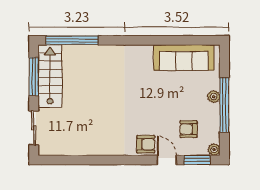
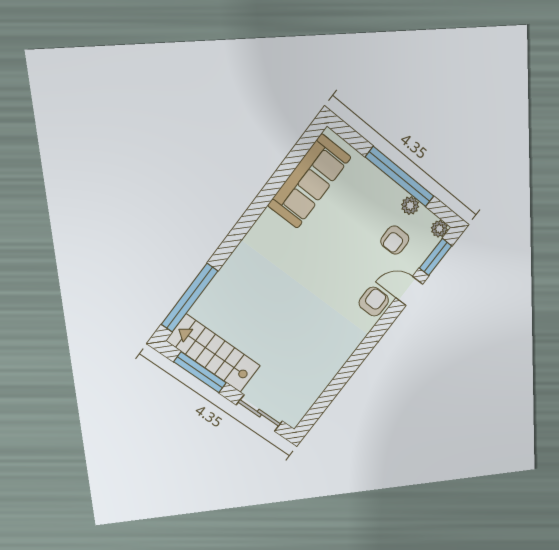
plant: (214, 97) -> (410, 206), moved

